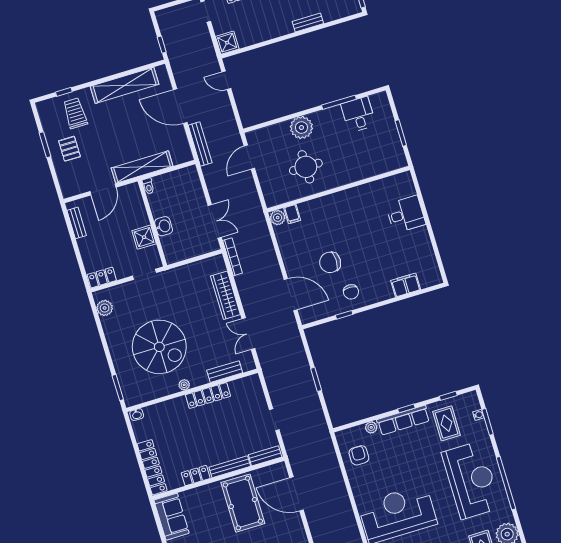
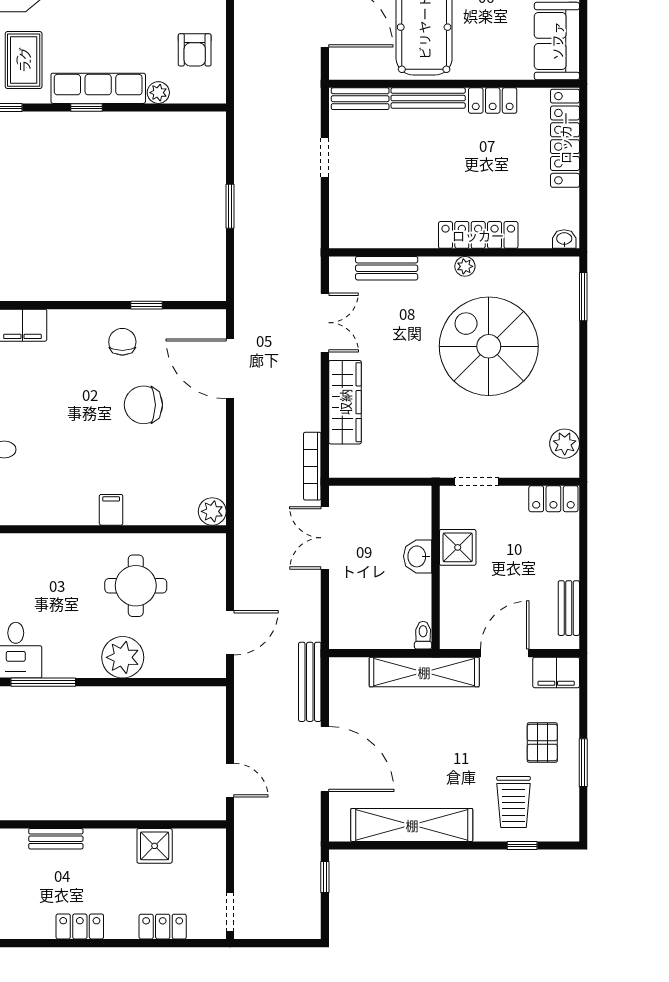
shower: (227, 43) -> (155, 846), moved
filing cabinet: (73, 187) -> (556, 673), added
filing cabinet: (292, 214) -> (111, 510), moved
chair: (330, 262) -> (143, 405), turned 180
locker: (208, 396) -> (478, 235), moved

